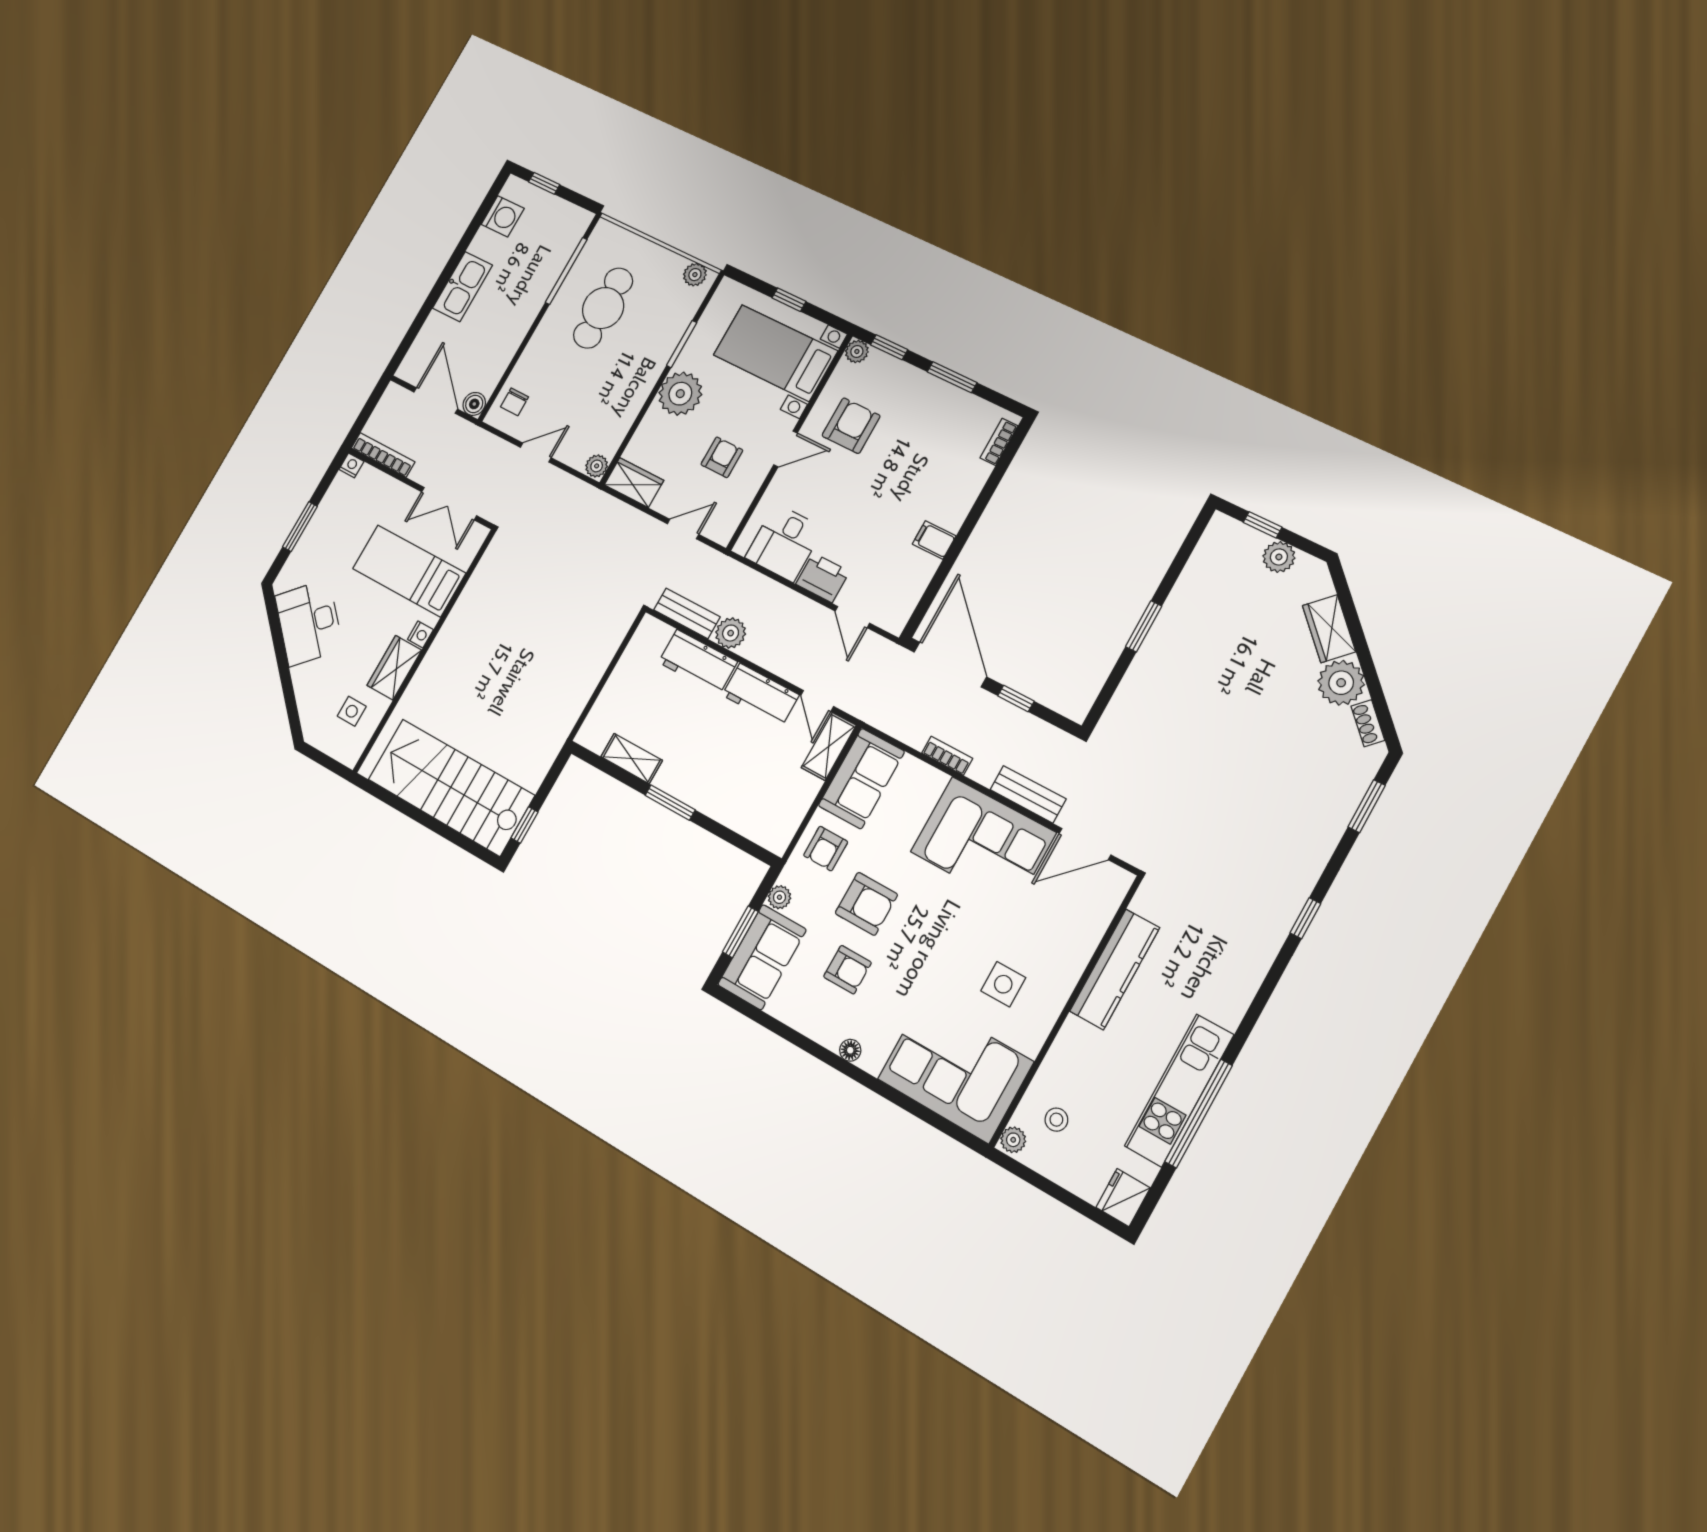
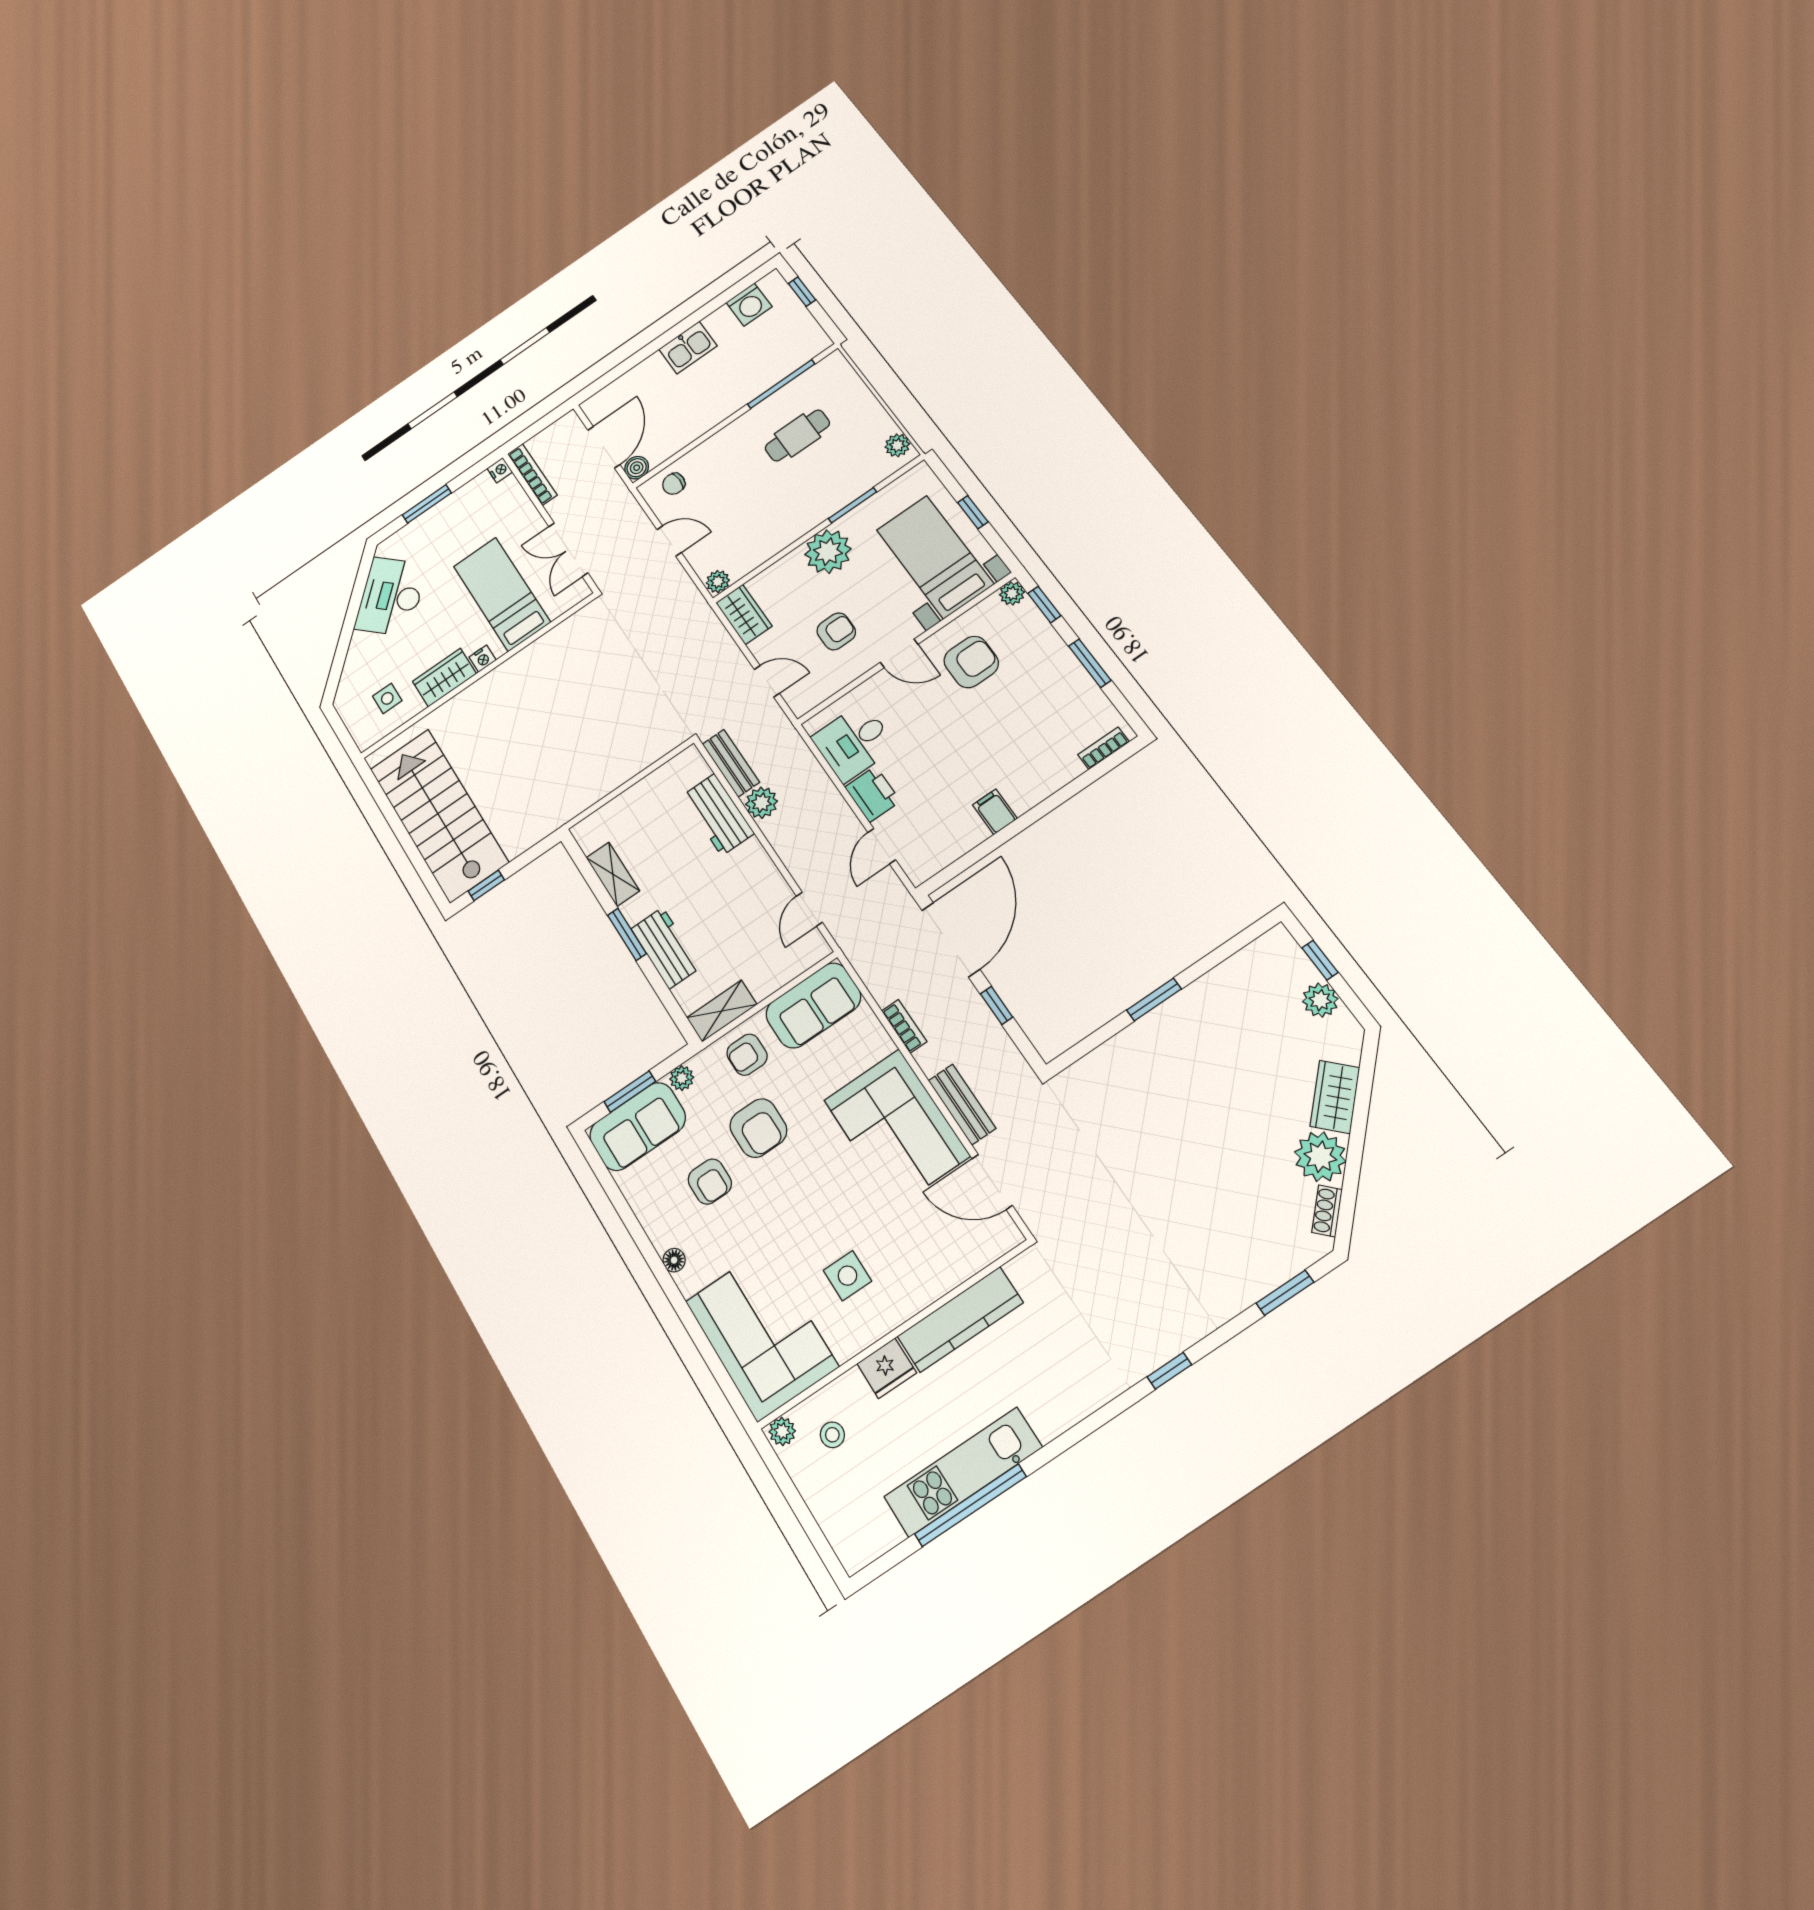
kitchen sink: (462, 287) -> (688, 347), width x0.73
cafe table: (603, 308) -> (797, 435), width x0.73, depth x0.74
workbench: (761, 695) -> (666, 948), moved, turned 180
shelving: (829, 746) -> (722, 1011), moved
fridge: (1123, 1198) -> (887, 1368), moved, turned 180

